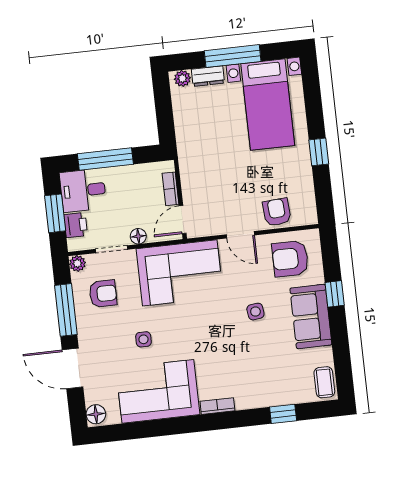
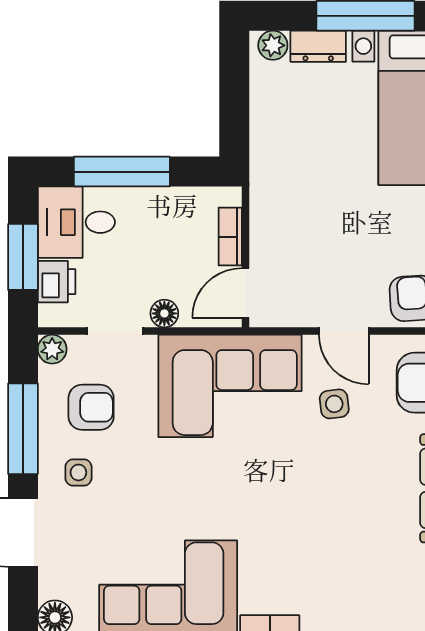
side table: (255, 312) -> (334, 404), moved
side table: (143, 339) -> (78, 472), moved

